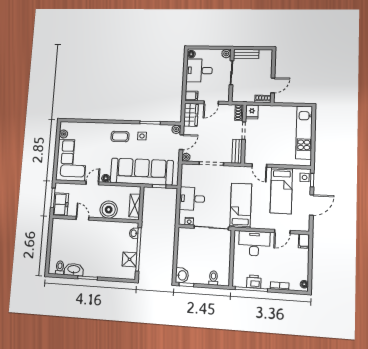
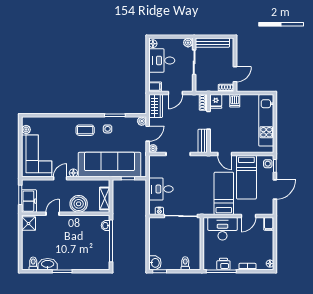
bench: (246, 54) -> (212, 43), width x1.36
dishwasher: (272, 112) -> (235, 101), added
bed: (241, 206) -> (224, 193), moved
door: (82, 218) -> (53, 214), hinge flipped
shower: (130, 259) -> (28, 224), moved

